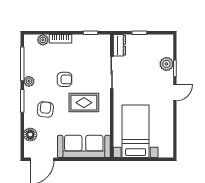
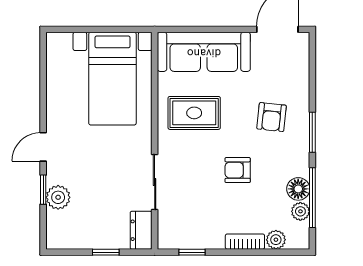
plant: (29, 81) -> (300, 211), moved
rug: (84, 103) -> (194, 113), moved
floor lamp: (30, 135) -> (298, 189), moved

